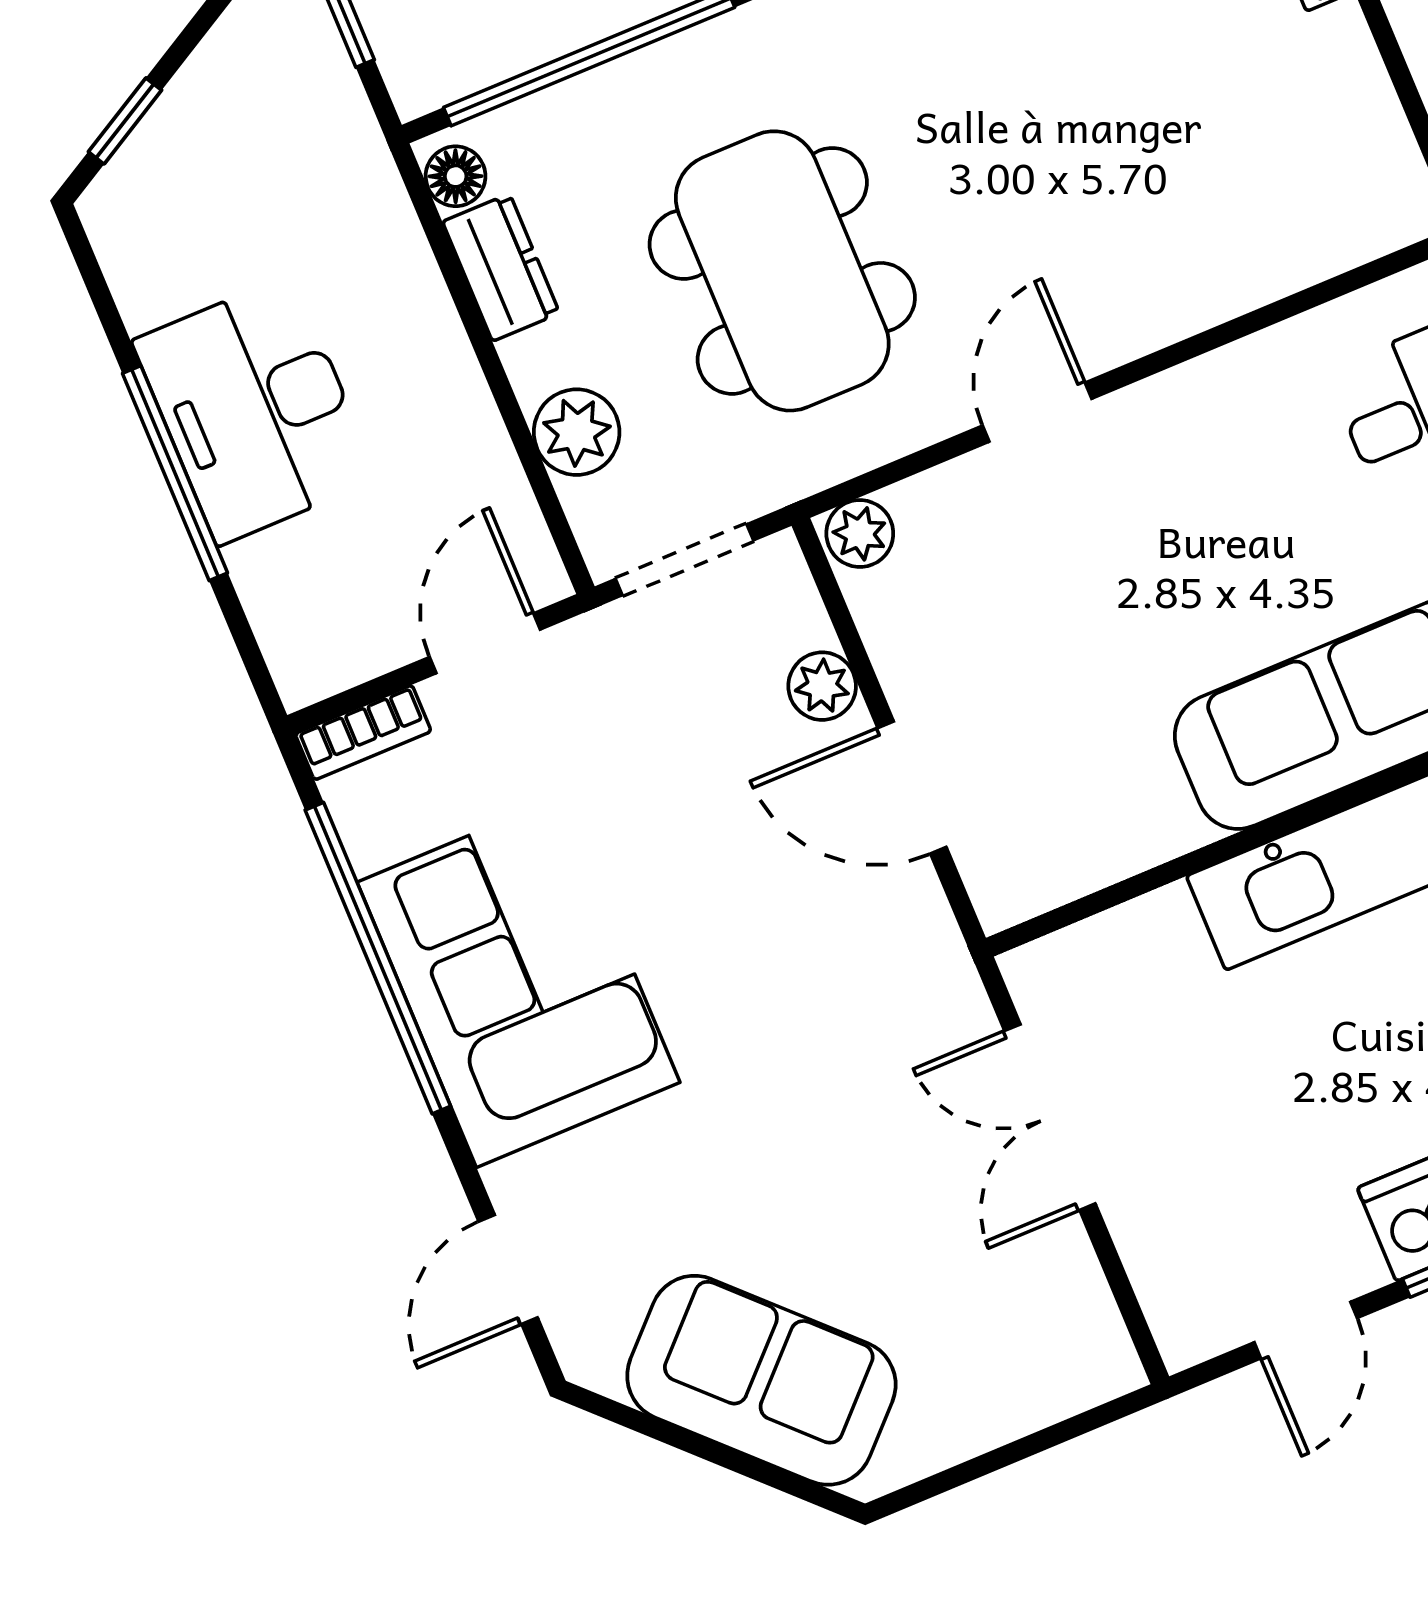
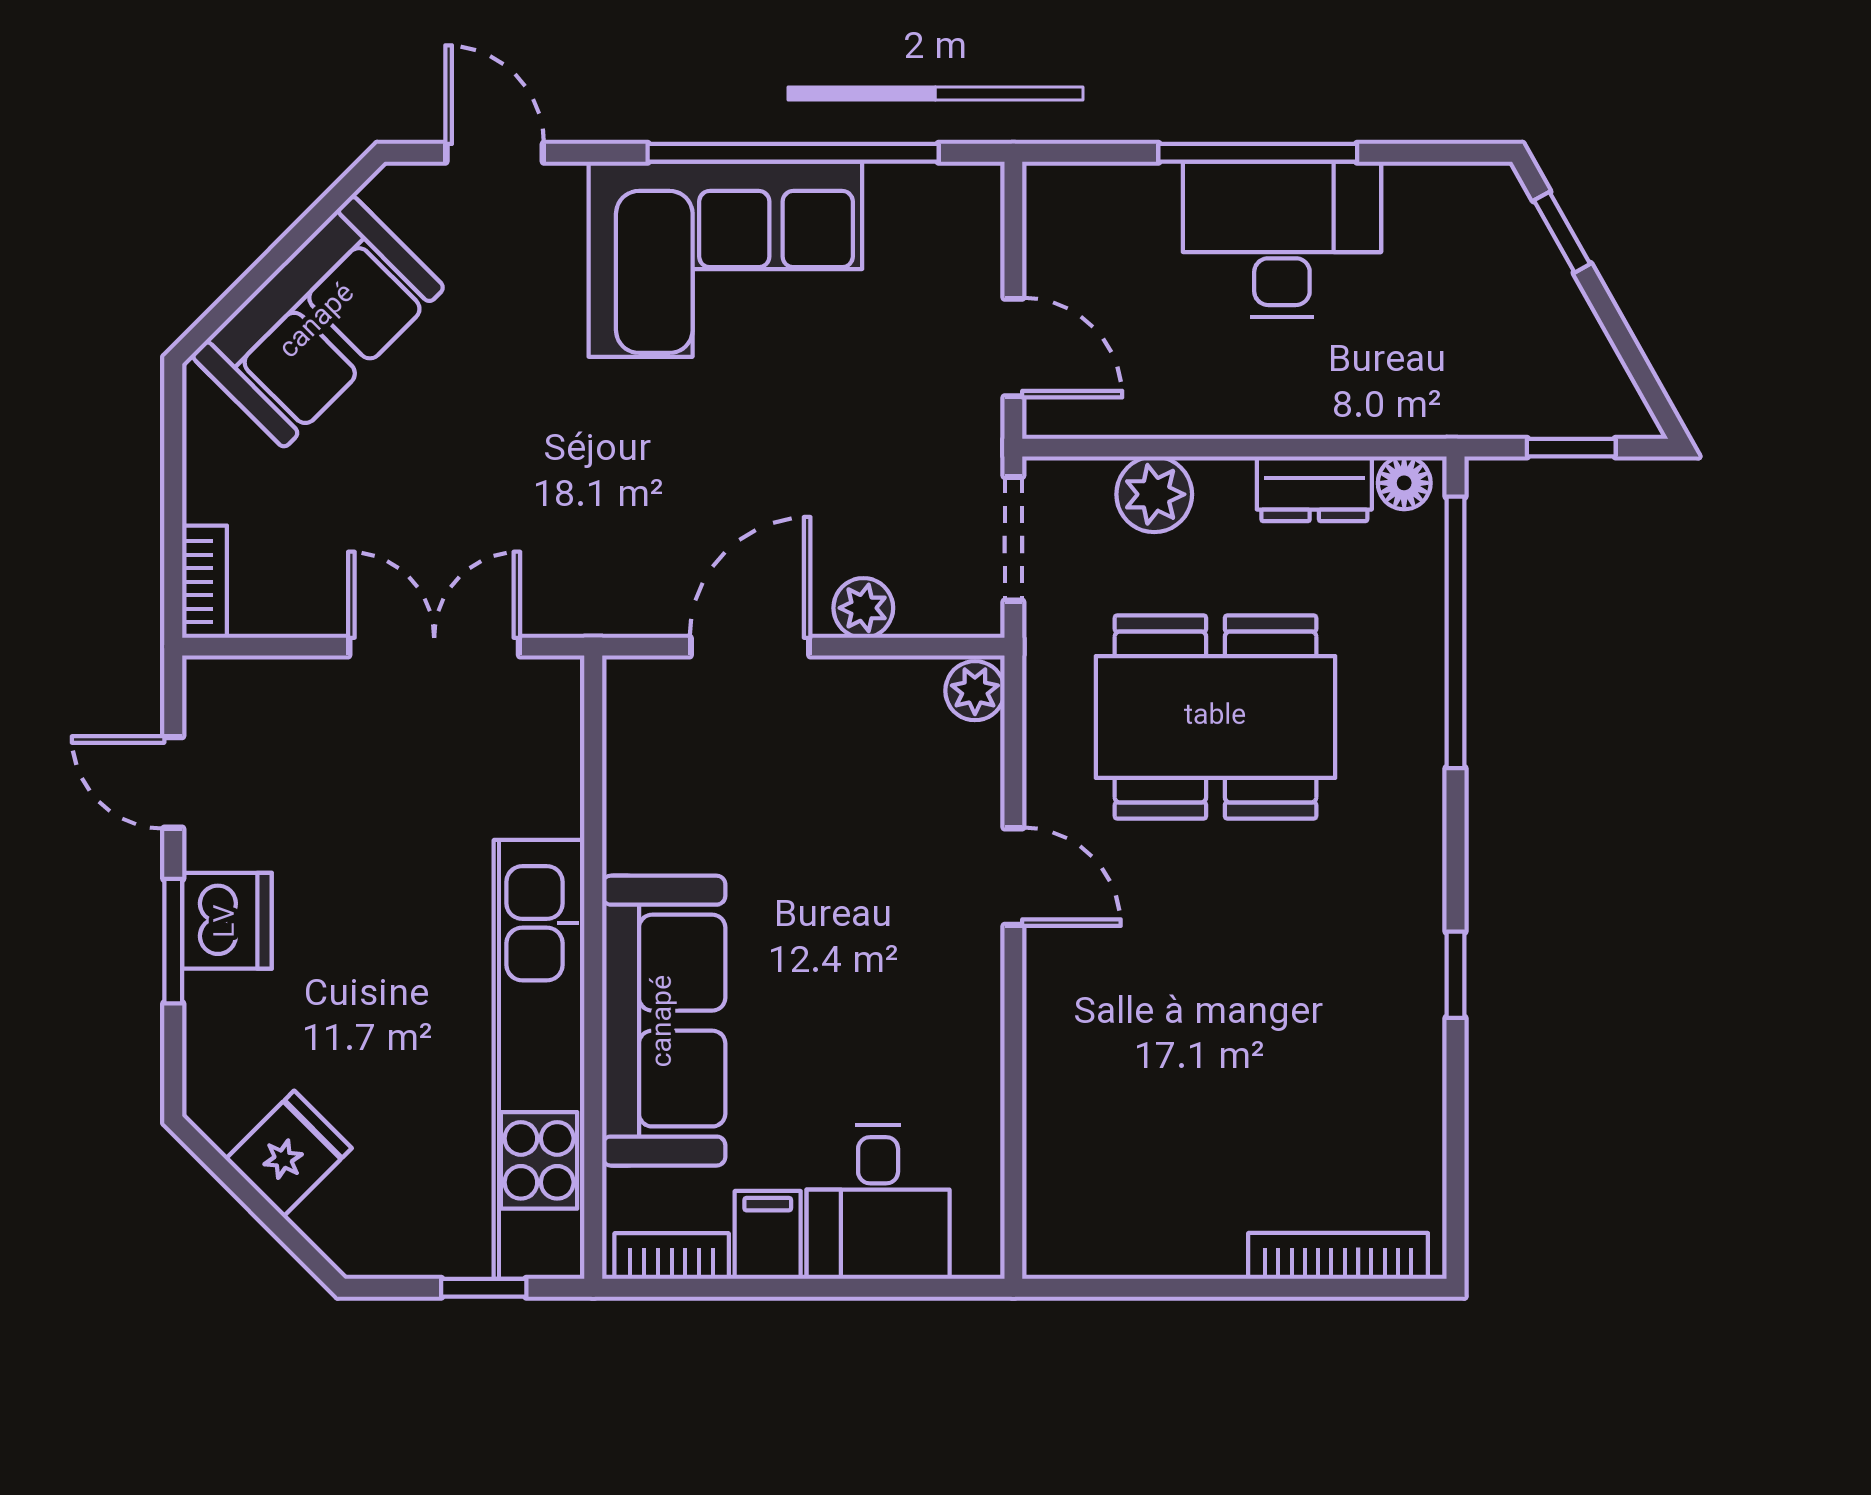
bookcase: (363, 732) -> (204, 582), moved, turned 180

